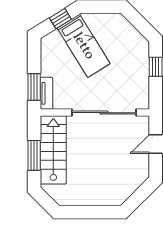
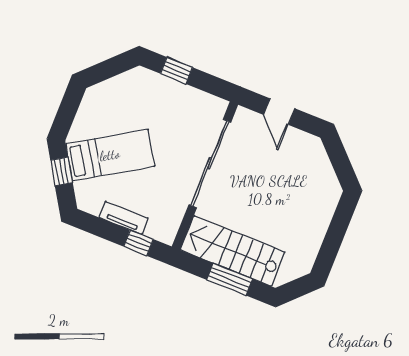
window: (34, 87) -> (139, 243), width x0.67
tv unit: (46, 93) -> (124, 218), moved

